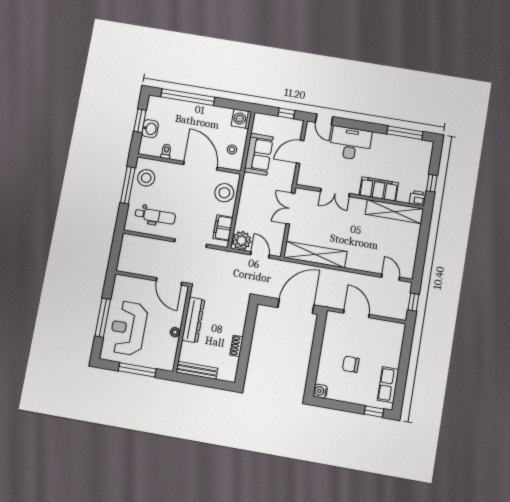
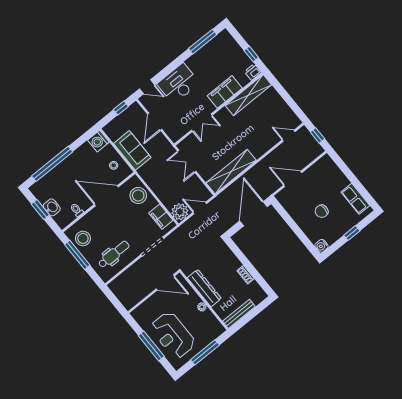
window: (374, 412) -> (352, 233), moved

